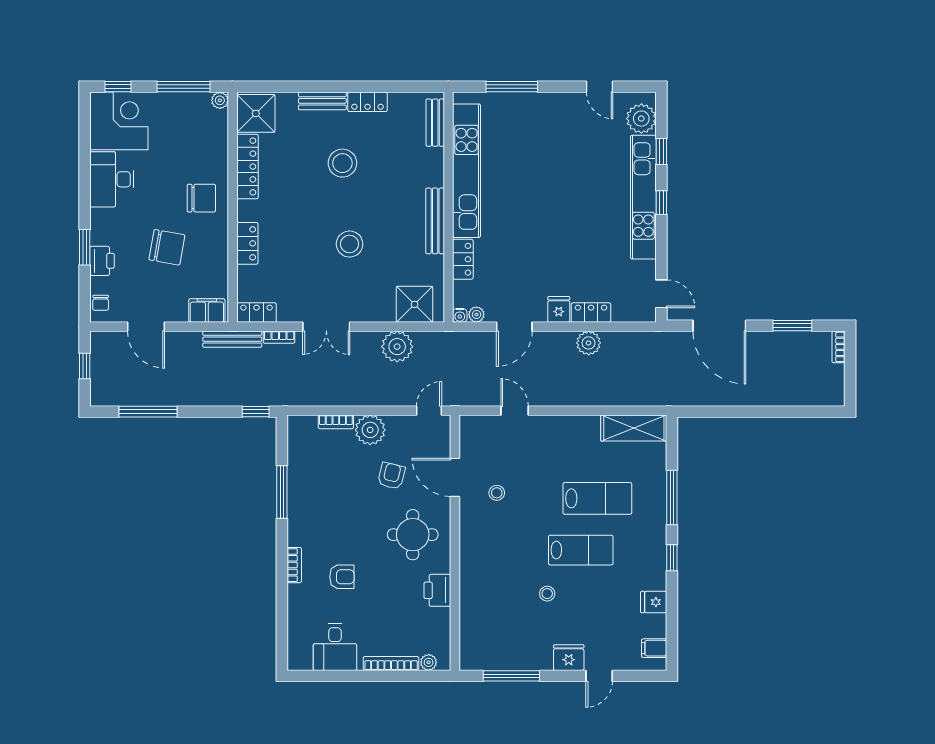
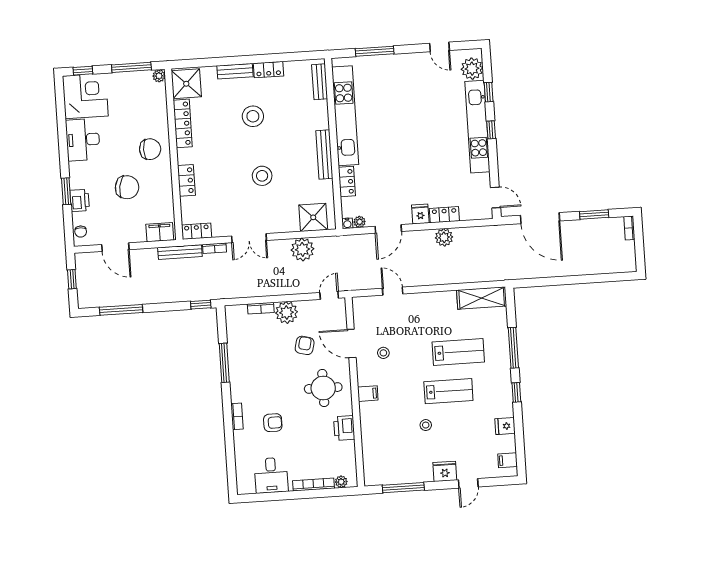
filing cabinet: (472, 546) -> (368, 394), added

